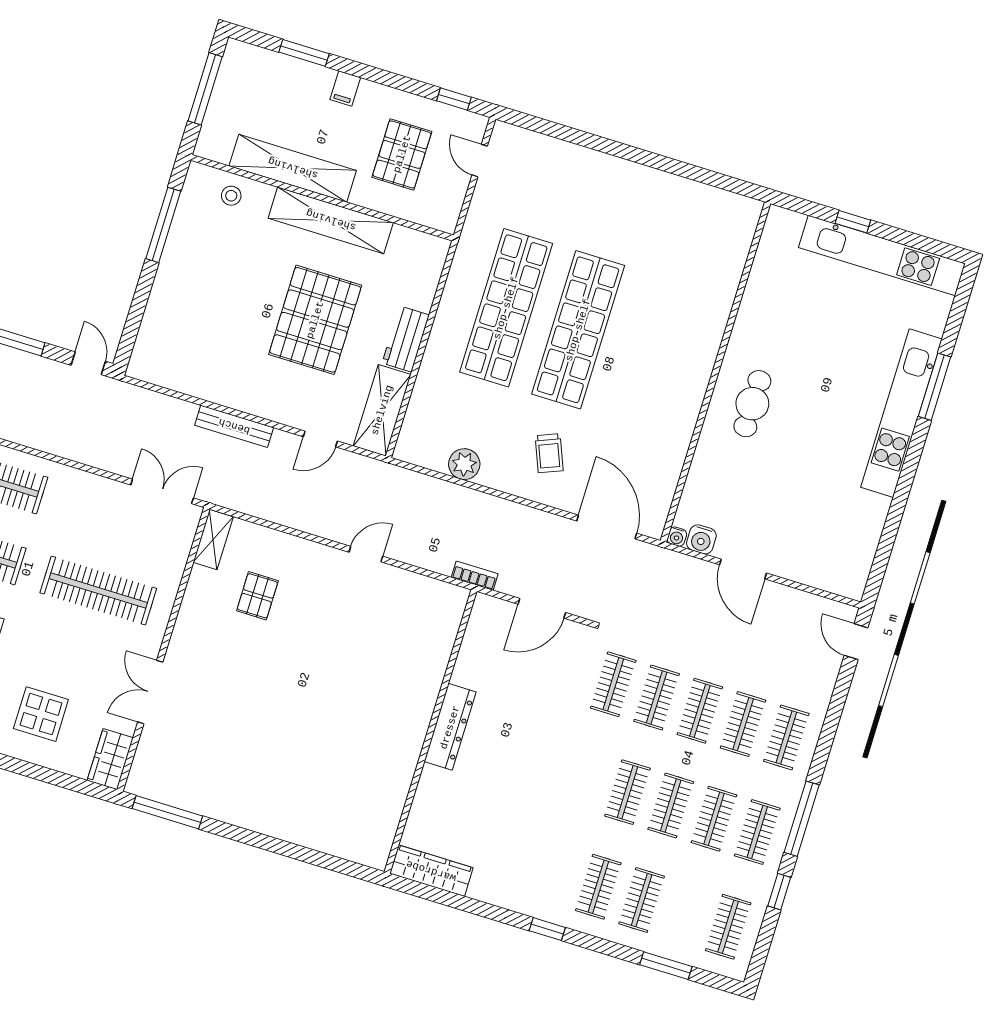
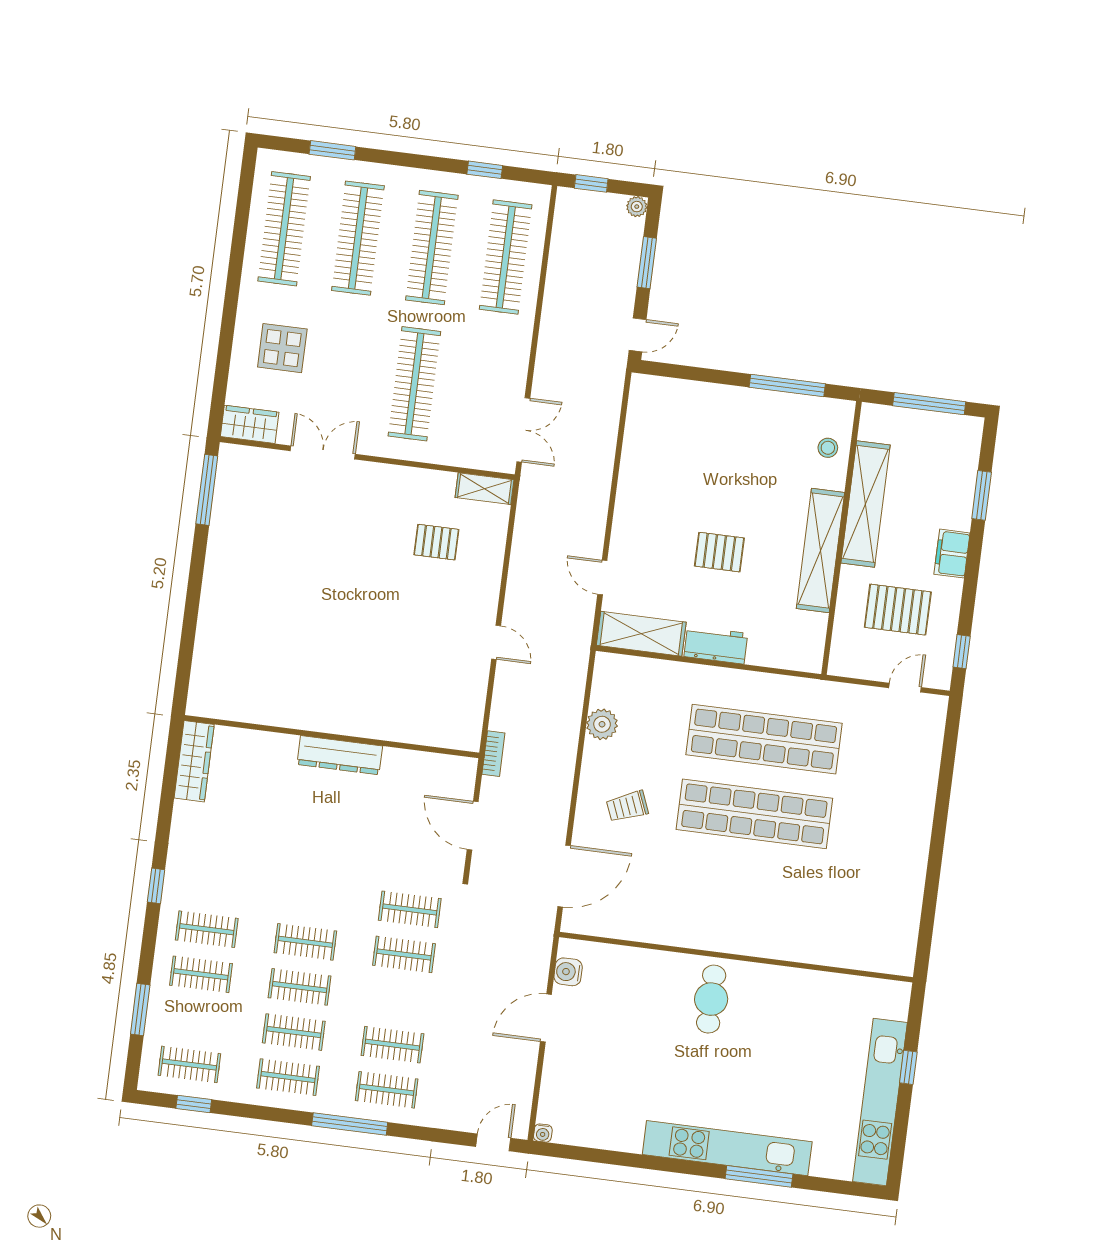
filing cabinet: (345, 88) -> (952, 554), width x2.00
pallet: (315, 320) -> (719, 552), width x0.49, depth x0.50
cafe table: (752, 404) -> (711, 999), turned 90
bench: (234, 426) -> (600, 490), removed
water cooler: (677, 537) -> (543, 1133), moved, turned -90
clothes rail: (700, 711) -> (398, 1000), removed
window: (802, 819) -> (350, 1124), moved
window: (779, 892) -> (194, 1104), moved

